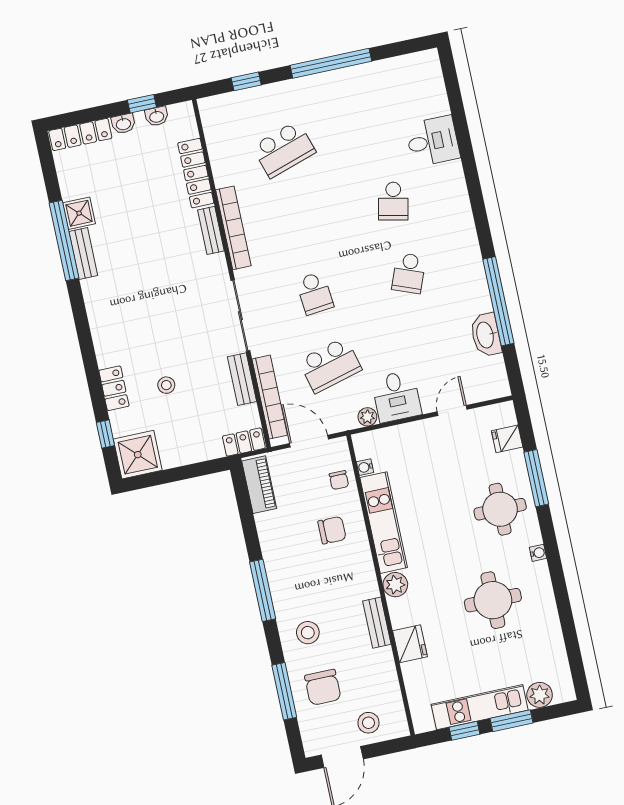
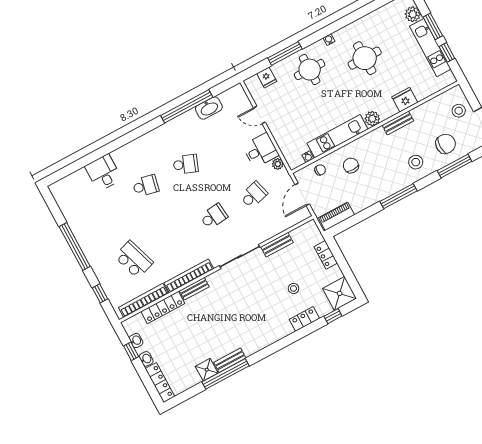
school desk: (330, 365) -> (254, 195), width x0.54
bookcase: (270, 397) -> (143, 300), moved
locker: (244, 442) -> (326, 255), moved

